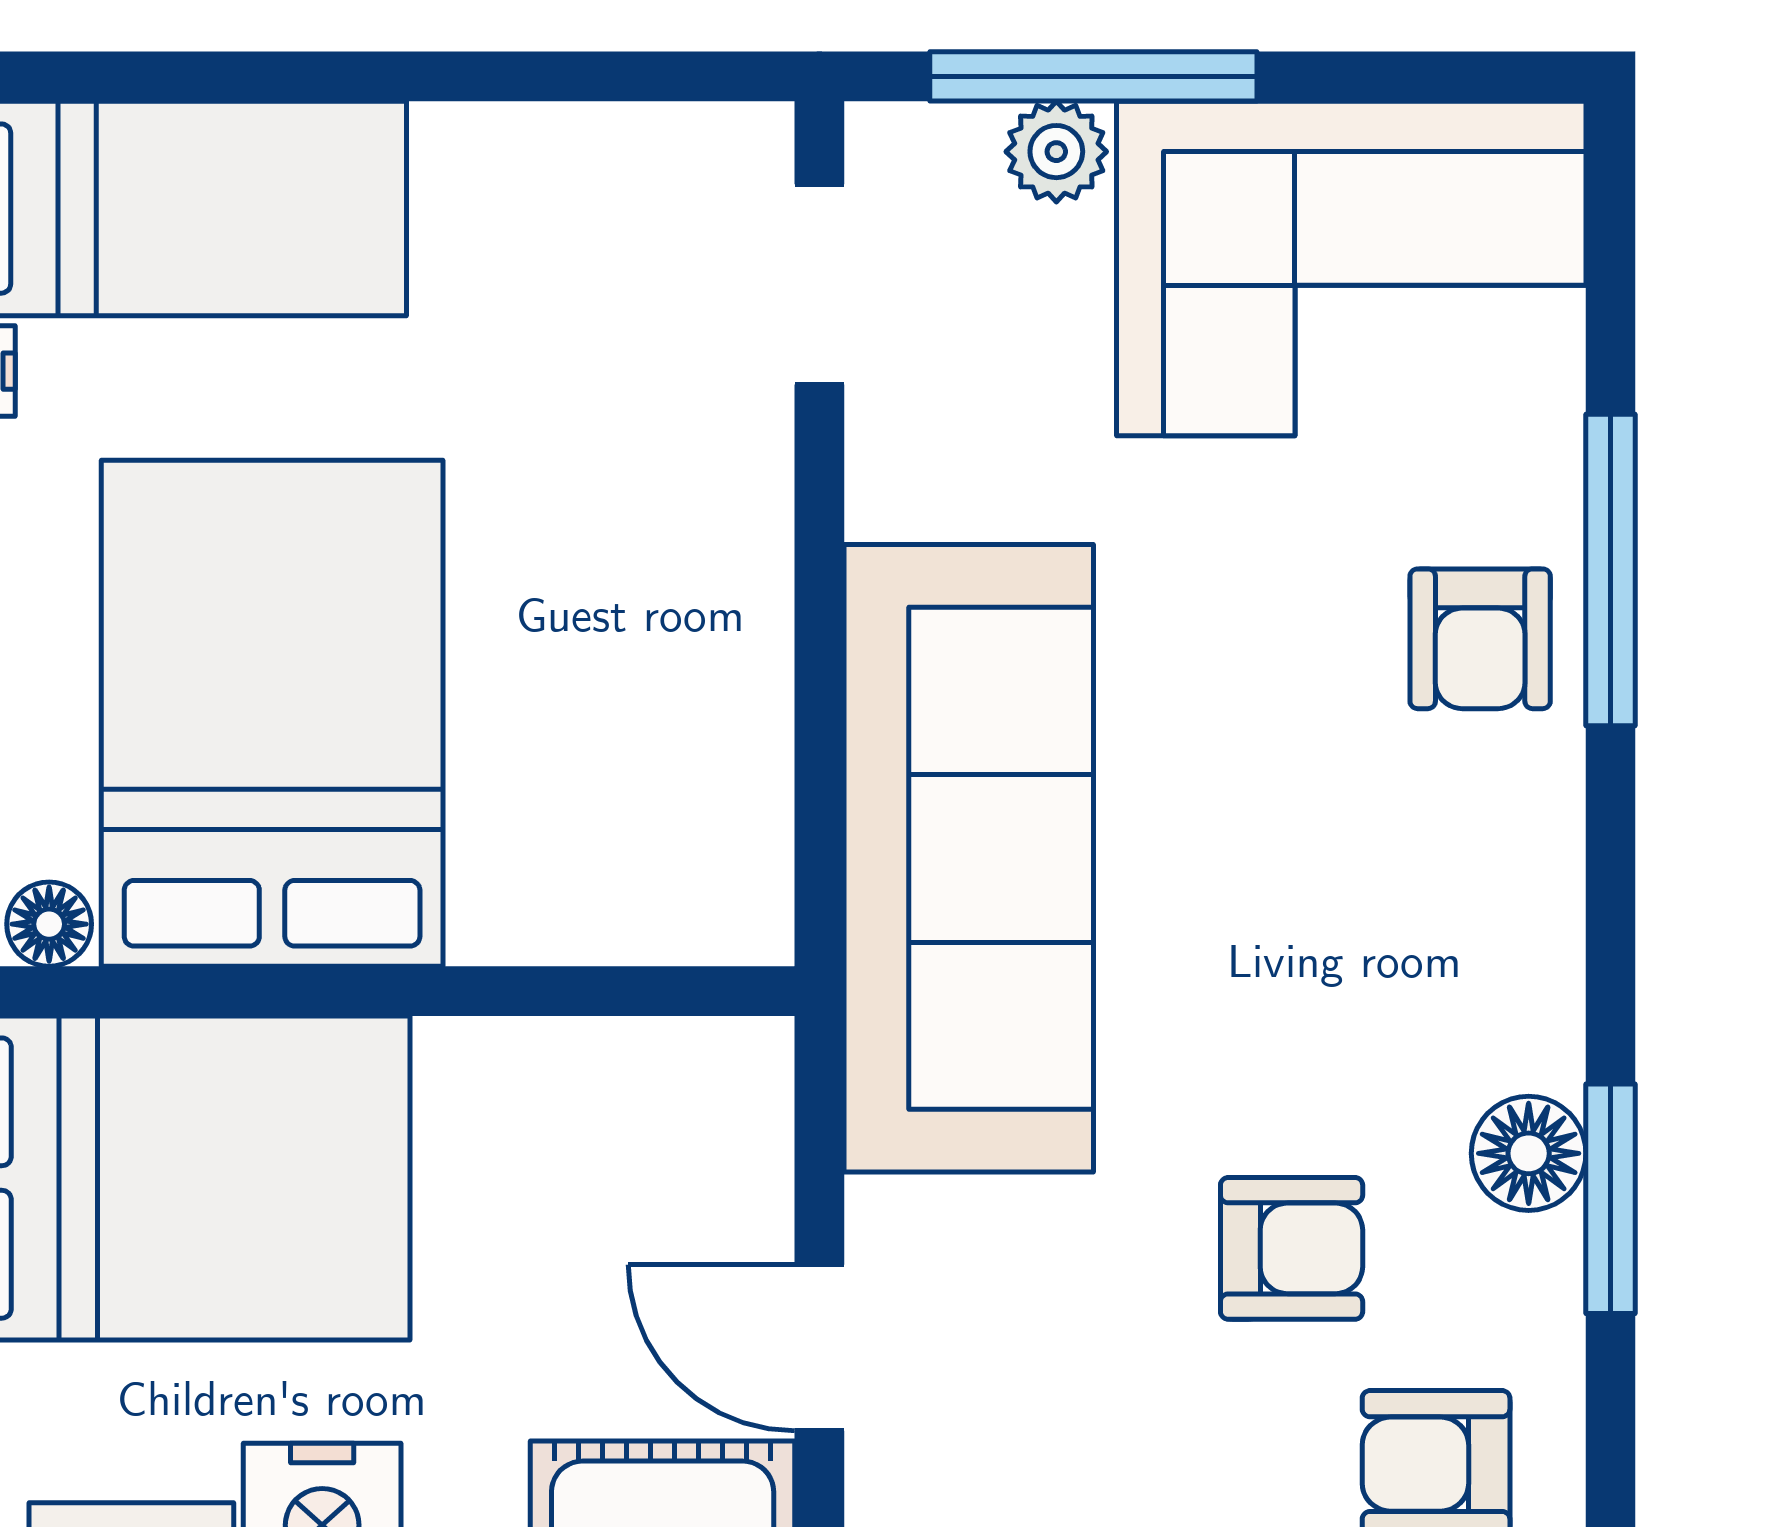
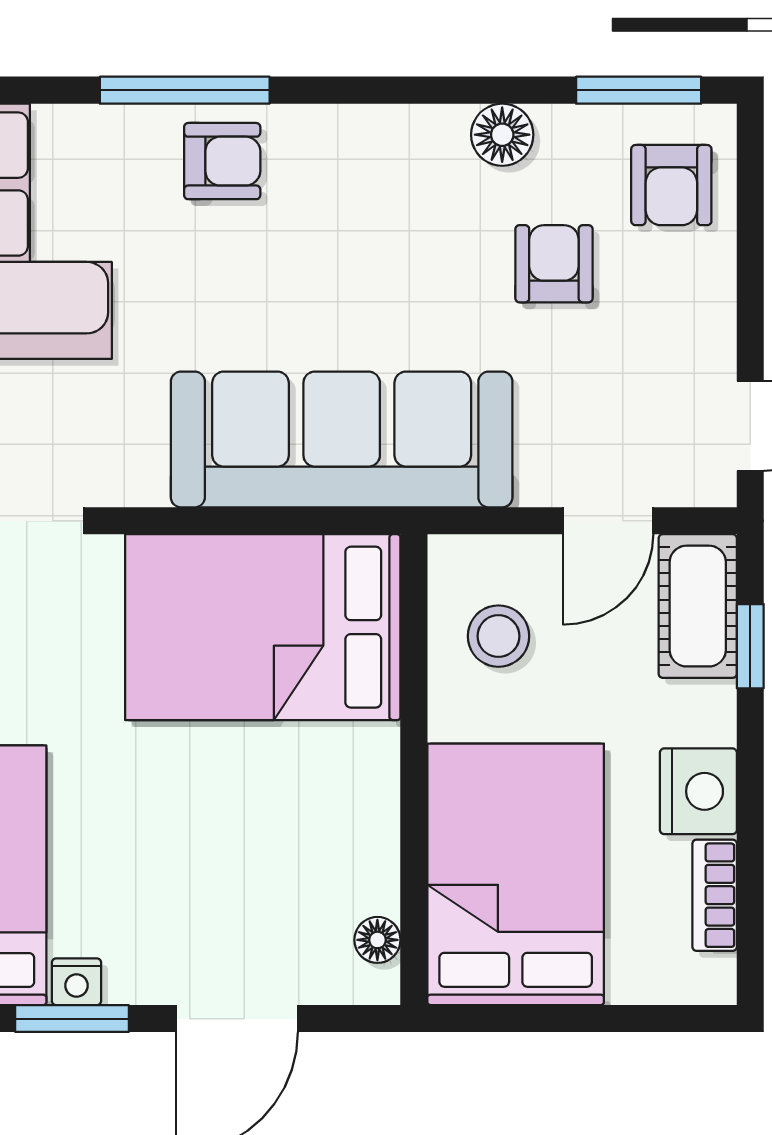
bed: (272, 713) -> (263, 627), moved
stool: (607, 1146) -> (498, 636), added
window: (1610, 1199) -> (639, 90), moved

